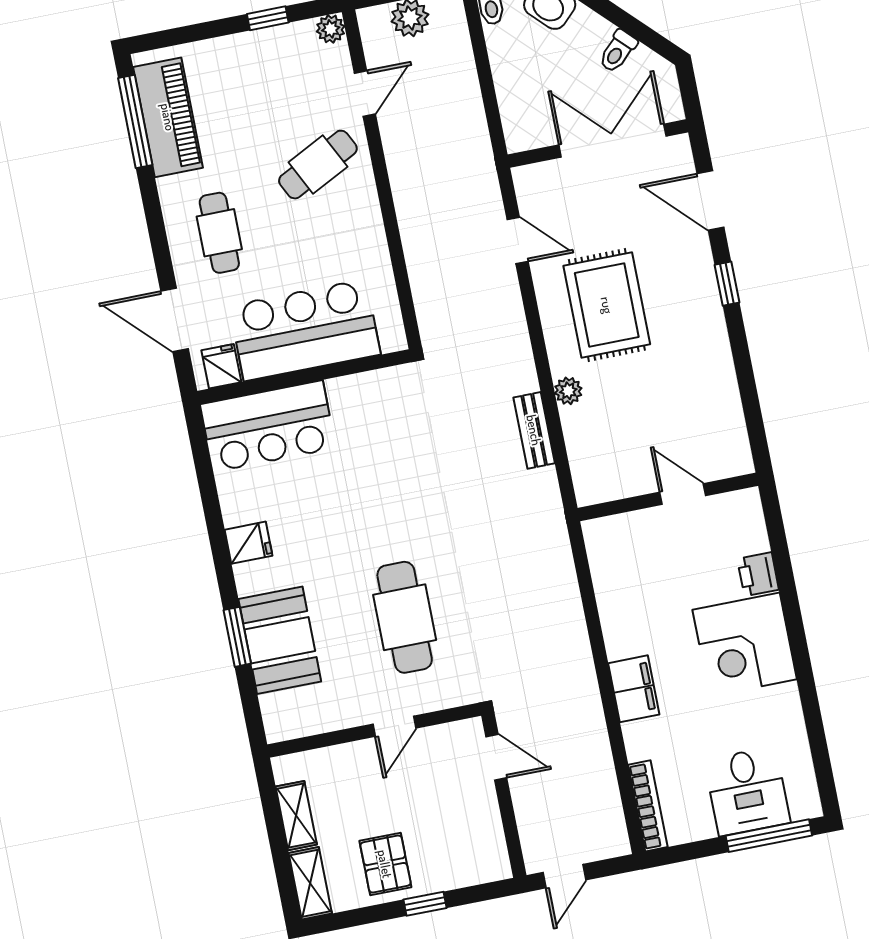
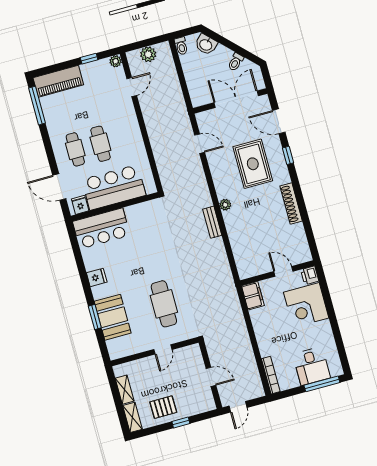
piano: (168, 117) -> (58, 81), moved, turned 90
cafe table: (318, 165) -> (100, 144), moved, turned -63
rug: (607, 305) -> (253, 164), moved
shoe rack: (726, 399) -> (291, 204), added
door: (683, 494) -> (283, 271), moved
wall: (668, 497) -> (277, 273), moved
filing cabinet: (634, 689) -> (253, 296), moved
door: (496, 757) -> (211, 377), moved
pallet: (385, 864) -> (163, 407), turned 90

